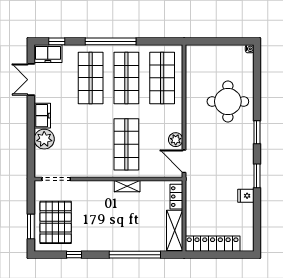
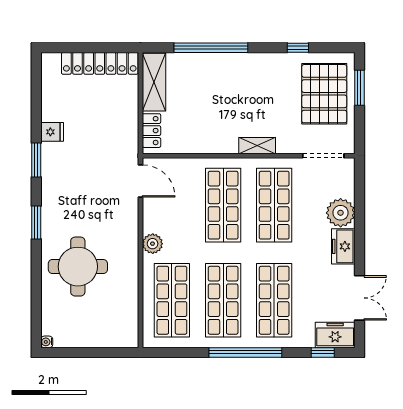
plant: (176, 140) -> (153, 244), moved
shop shelf: (91, 144) -> (274, 205), added
shelving: (127, 186) -> (257, 146), moved

